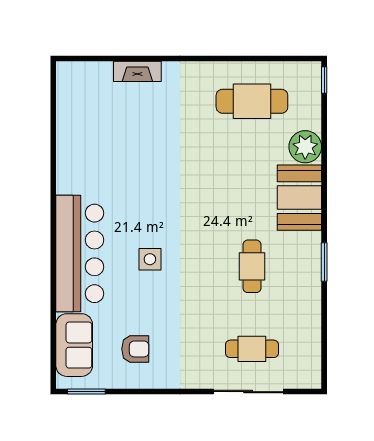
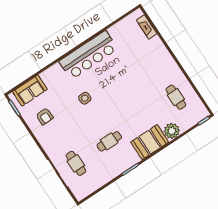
fireplace: (137, 71) -> (147, 27), moved
cafe table: (252, 101) -> (176, 97), width x0.73, depth x0.74
bar counter: (80, 253) -> (88, 55), moved

